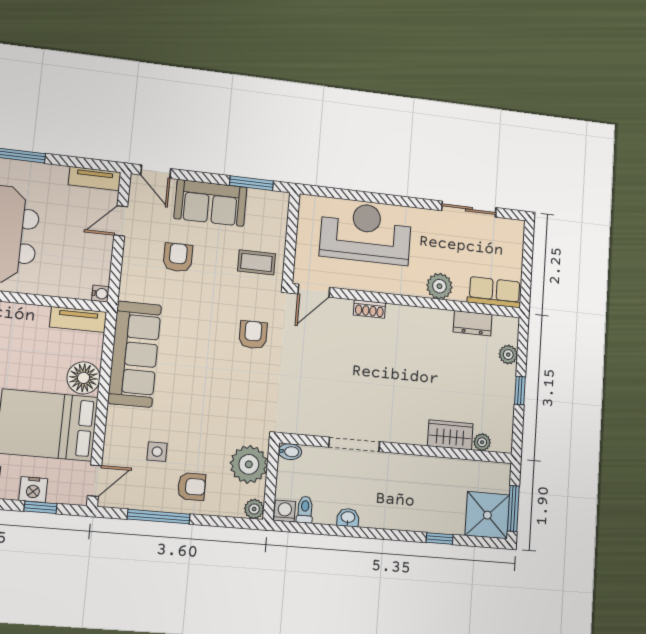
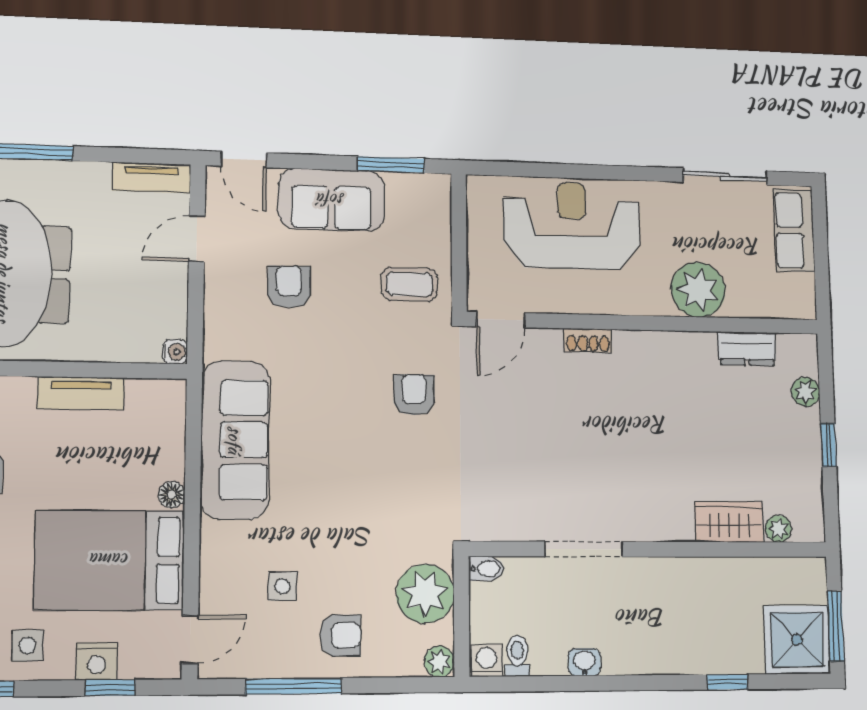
plant: (439, 286) -> (698, 290), width x1.36, depth x1.36
row of seats: (494, 292) -> (794, 230), moved, turned -90
tv unit: (78, 319) -> (81, 393), moved
floor lamp: (84, 378) -> (172, 495), width x0.53, depth x0.53

